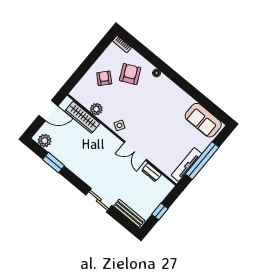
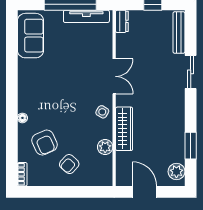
armchair: (130, 74) -> (45, 143), turned -88
wardrobe: (82, 117) -> (124, 129), moved
dresser: (151, 172) -> (122, 21), moved

